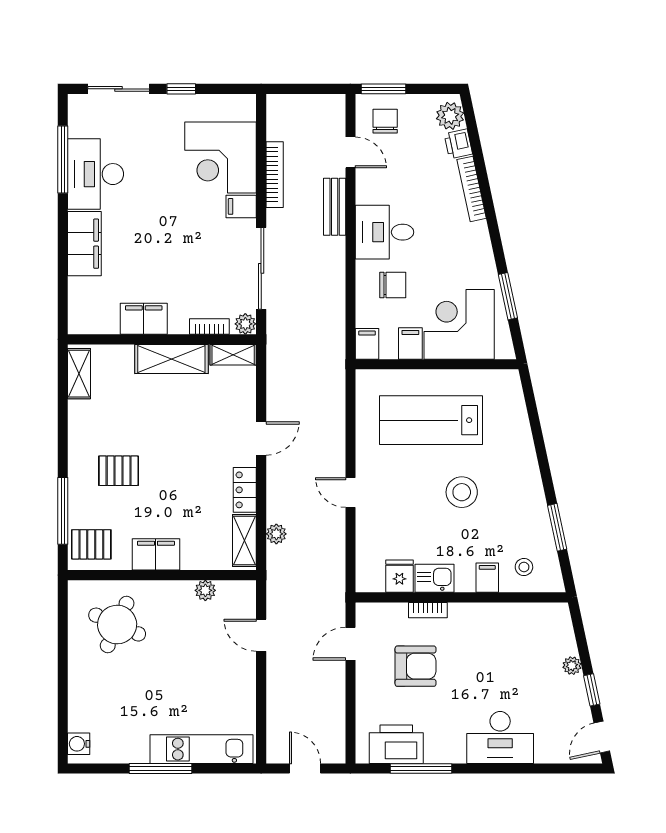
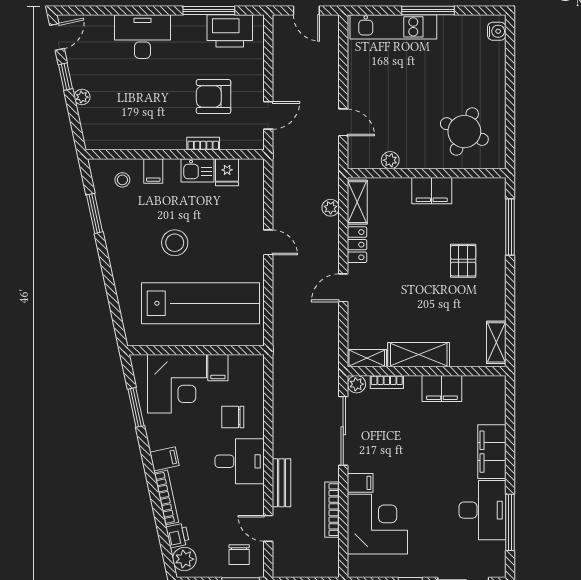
filing cabinet: (367, 344) -> (164, 459), moved, turned -102
lab bench: (431, 420) -> (200, 303), width x1.36
pallet: (119, 471) -> (463, 261), turned 90
pallet: (91, 544) -> (486, 199), removed

